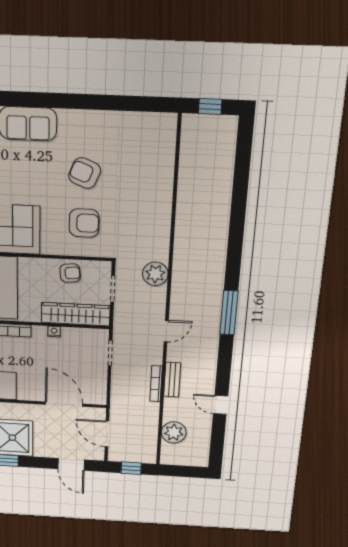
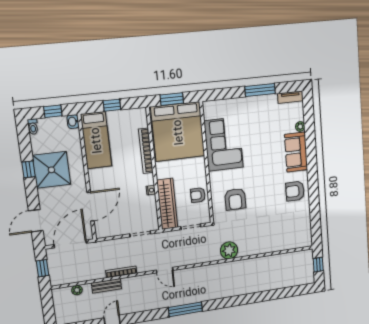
armchair: (85, 173) -> (295, 191), moved, turned -112
armchair: (70, 273) -> (198, 195), turned 96
plant: (155, 274) -> (229, 250), moved
bench: (172, 380) -> (106, 286), moved
plant: (174, 432) -> (77, 290), width x0.53, depth x0.53
door: (107, 434) -> (70, 244), width x1.36

